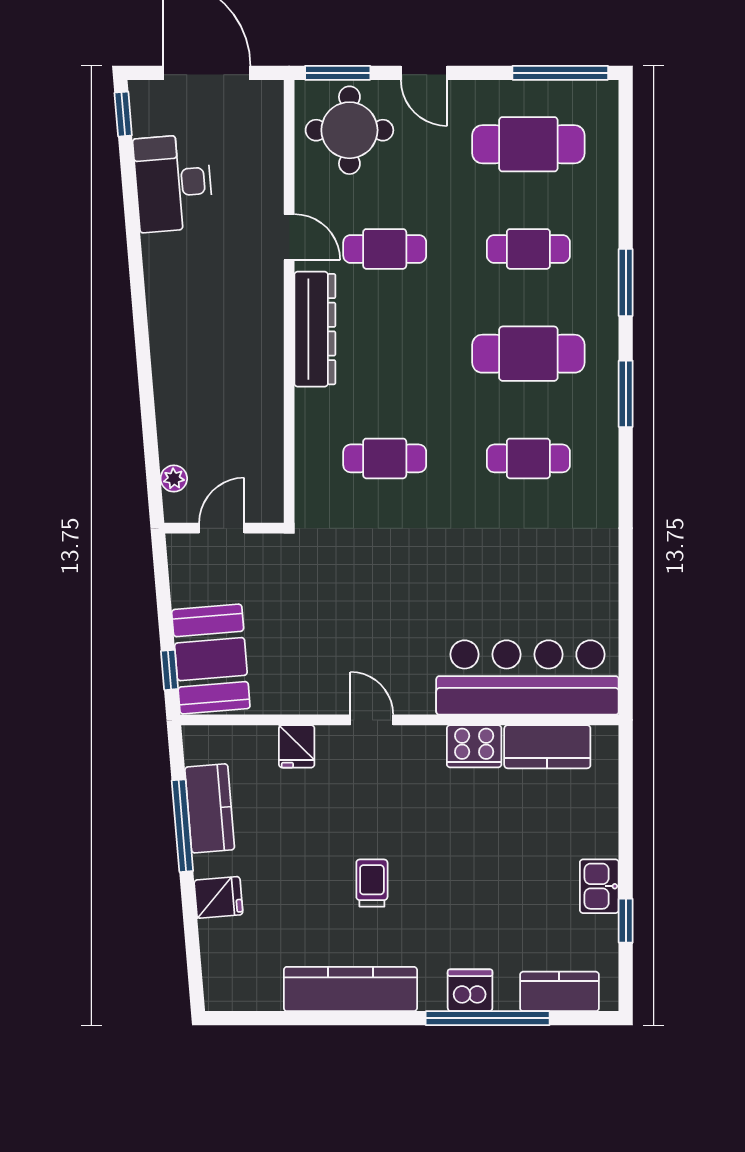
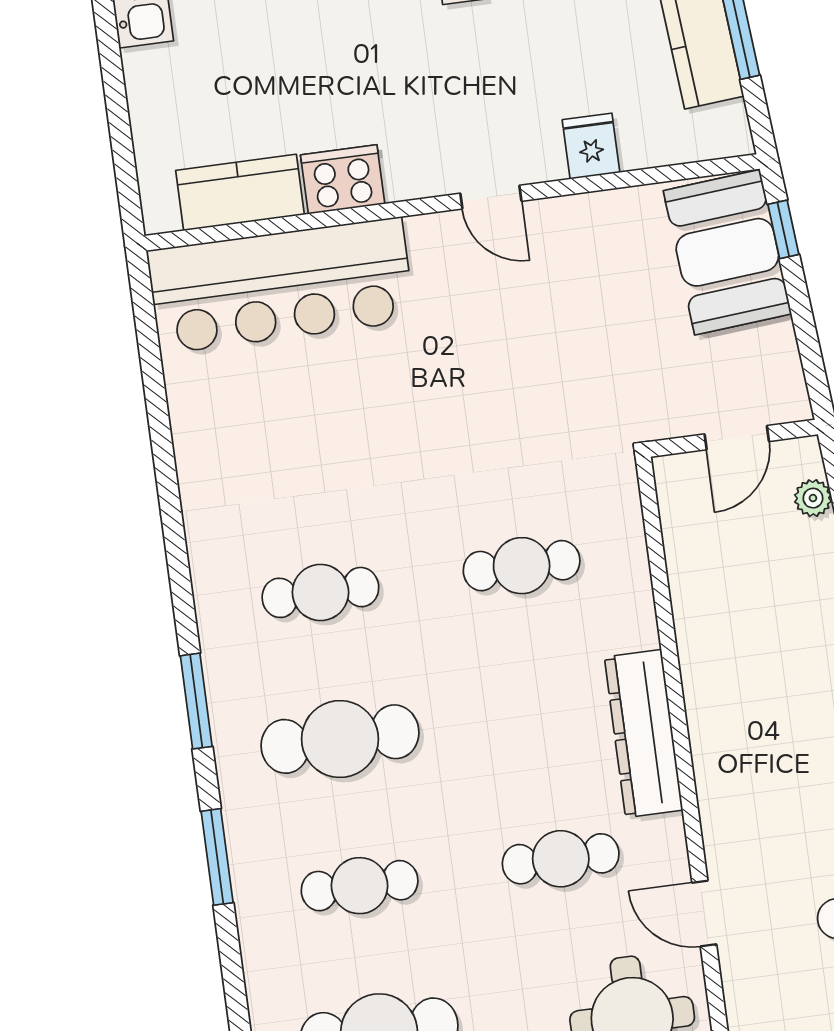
door: (289, 237) -> (704, 914), moved

